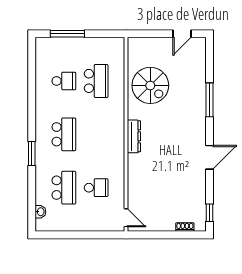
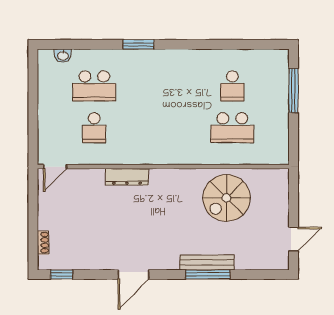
door: (182, 34) -> (293, 239), swing flipped
bench: (200, 101) -> (207, 262), added
school desk: (64, 134) -> (163, 86), removed
dresser: (134, 136) -> (127, 177), moved
door: (209, 157) -> (134, 274), hinge flipped

